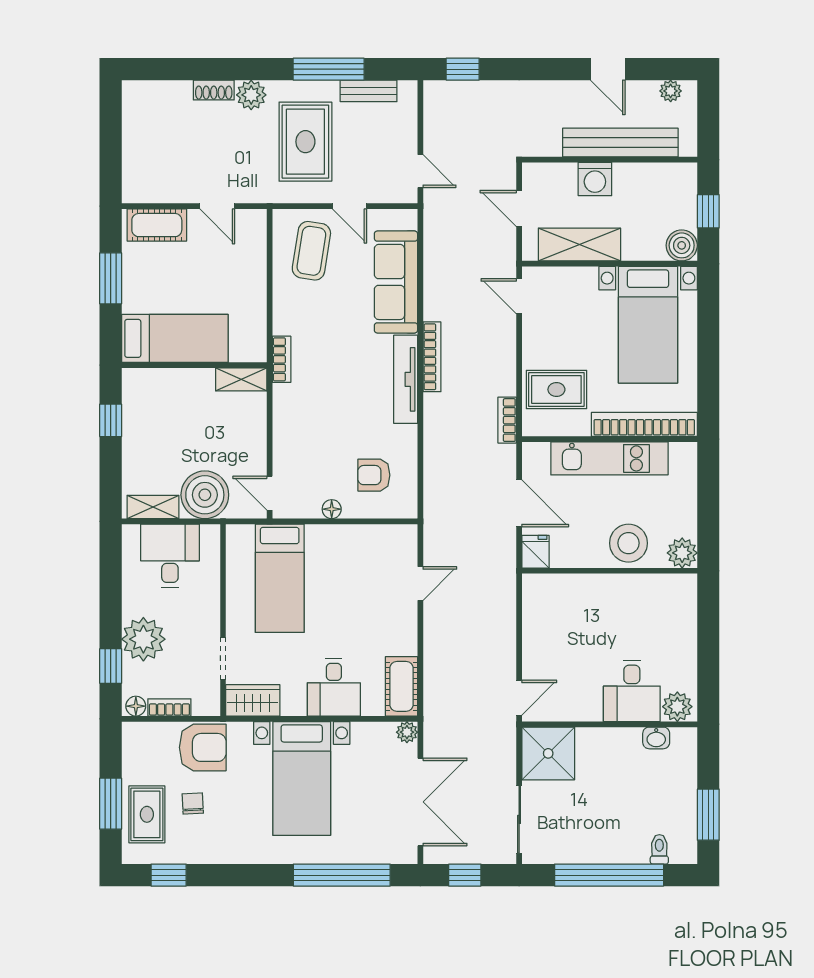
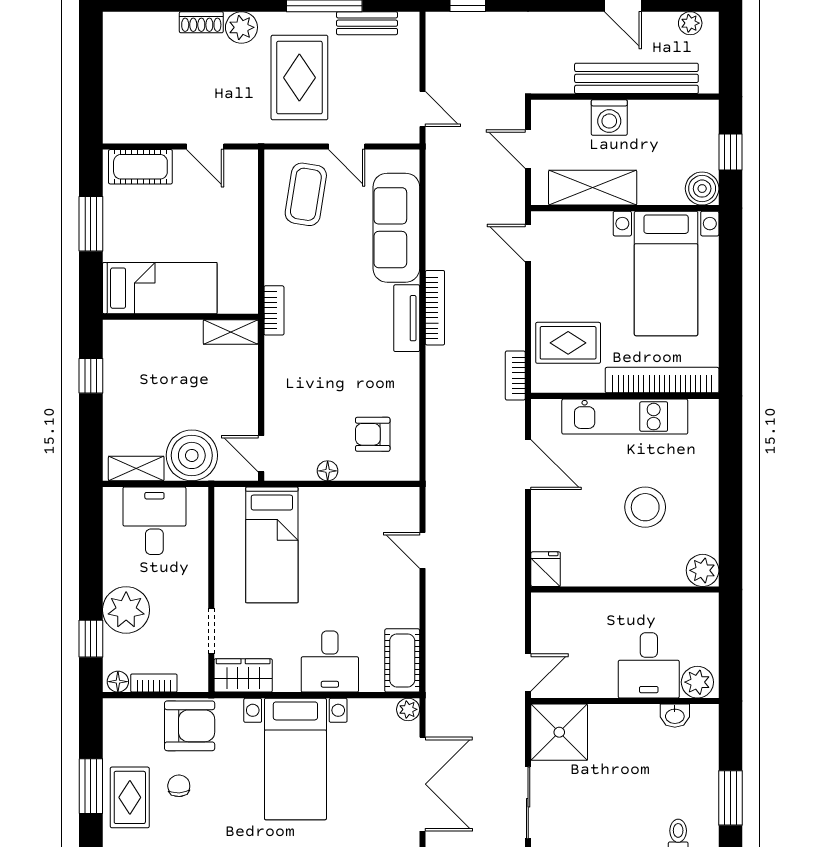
tv unit: (406, 379) -> (407, 318), width x0.71
fridge: (535, 552) -> (546, 569), moved
plant: (682, 553) -> (703, 570), moved
wall: (610, 571) -> (625, 590), moved
door: (420, 584) -> (422, 550), swing flipped

